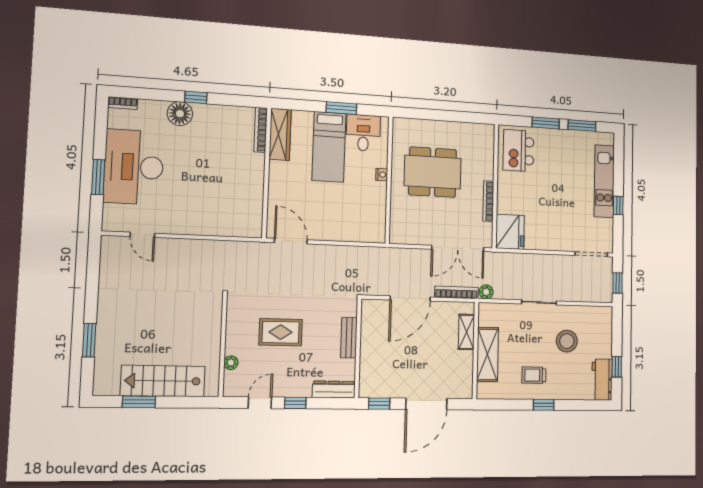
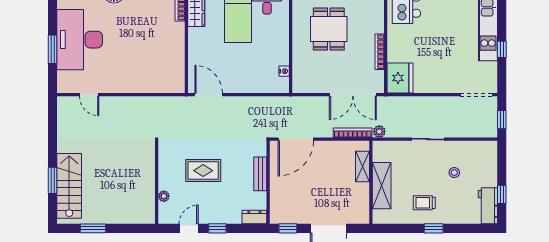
dining table: (433, 172) -> (329, 29), width x0.73
nightstand: (382, 175) -> (284, 71), moved
door: (410, 298) -> (296, 139), moved
stool: (567, 341) -> (454, 173), width x0.53, depth x0.53
stairs: (163, 381) -> (69, 186), moved, turned 90
dresser: (334, 389) -> (254, 217), width x0.70

